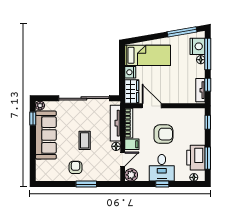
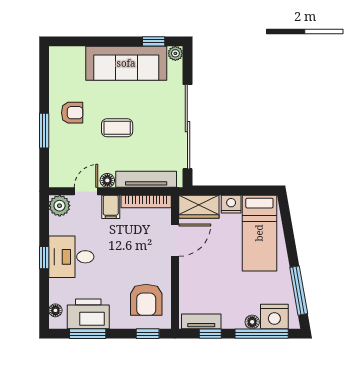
armchair: (163, 134) -> (146, 300), moved
door: (123, 159) -> (86, 191), swing flipped

